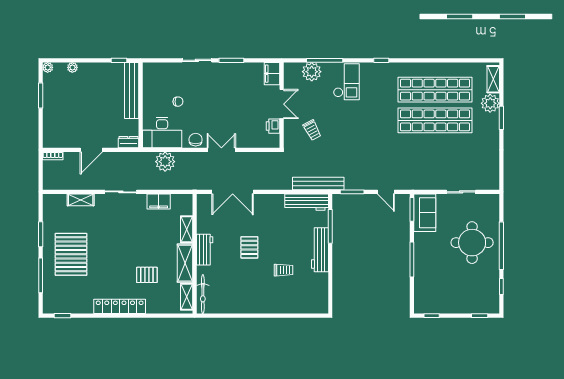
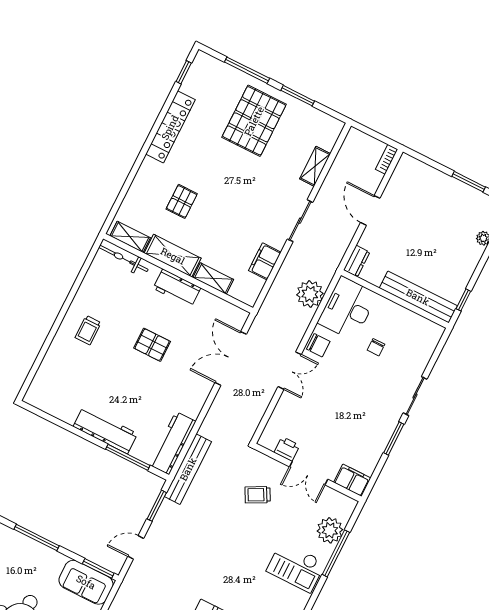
pallet: (71, 254) -> (254, 121), turned 90
trolley: (284, 270) -> (88, 330), moved
locker: (120, 306) -> (170, 127), moved

